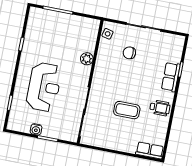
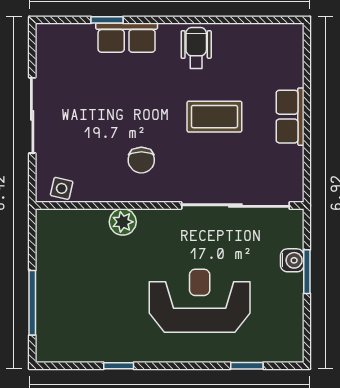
chair: (129, 53) -> (141, 160), moved
coffee table: (127, 110) -> (214, 117), turned 90
water cooler: (36, 129) -> (292, 260), moved
row of seats: (150, 150) -> (290, 117), moved

